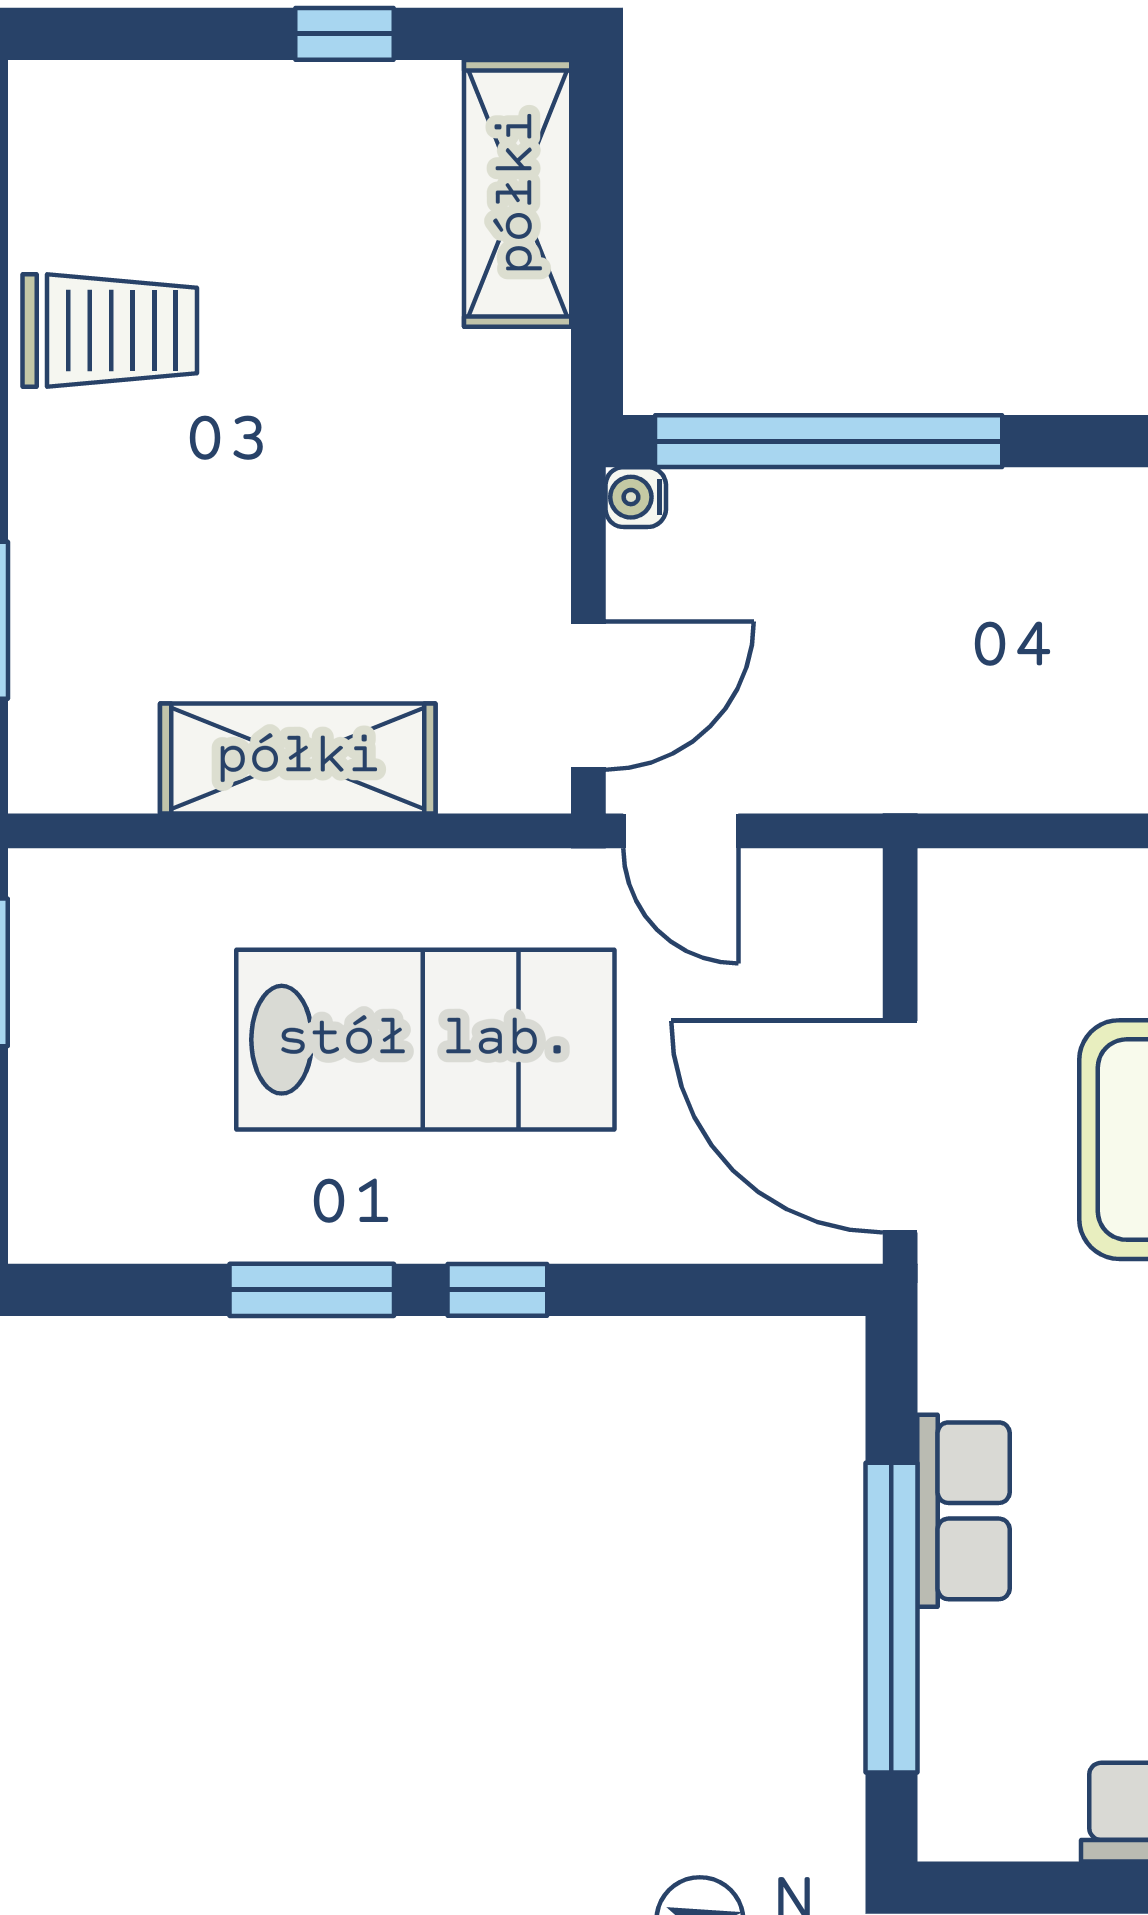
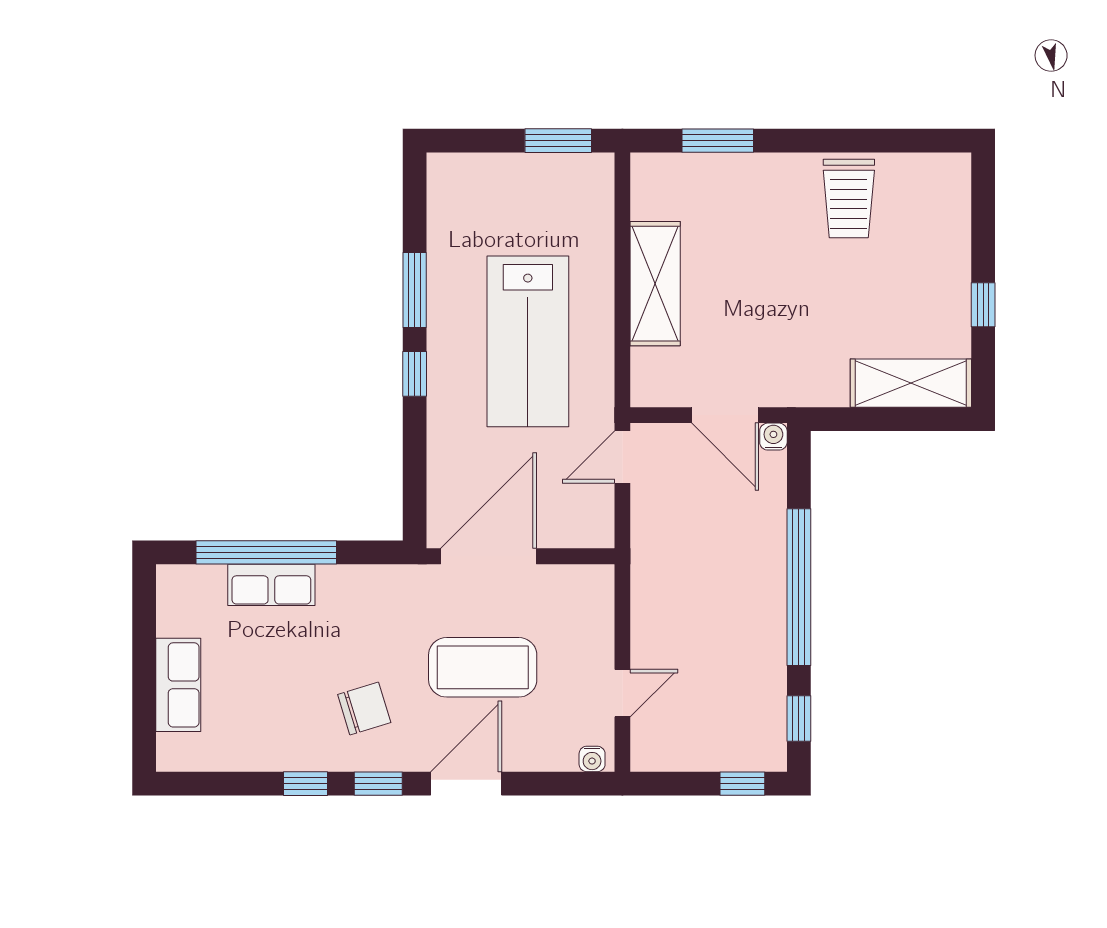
window: (829, 441) -> (799, 587), moved
door: (588, 695) -> (725, 415), moved
row of seats: (963, 1511) -> (271, 585), moved

